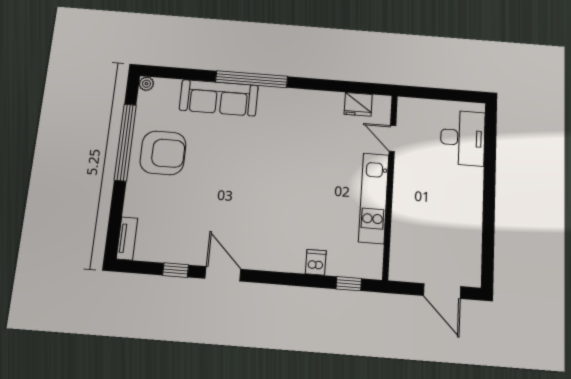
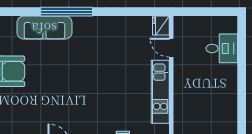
fridge: (358, 104) -> (161, 26), moved, turned 90
desk: (463, 138) -> (222, 48), width x0.73

